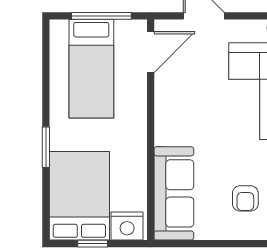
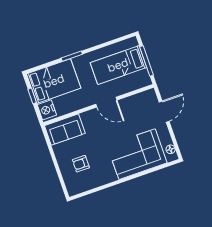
door: (151, 52) -> (106, 102), moved
sofa: (174, 193) -> (65, 130), width x0.73

